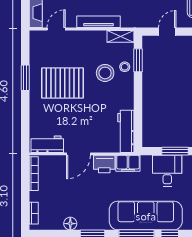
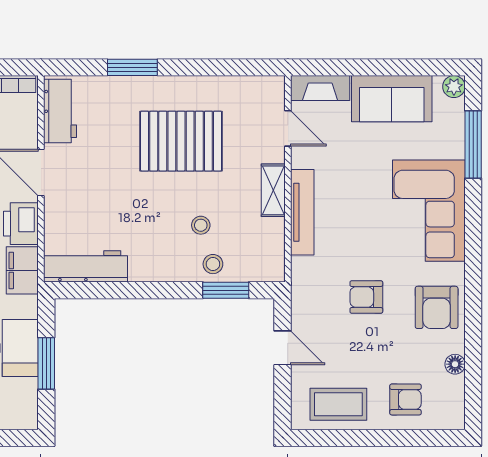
shelving: (121, 36) -> (273, 190), moved
stool: (105, 73) -> (201, 225), width x0.53, depth x0.53
window: (25, 78) -> (132, 67), moved
pallet: (63, 83) -> (181, 141), turned 90

